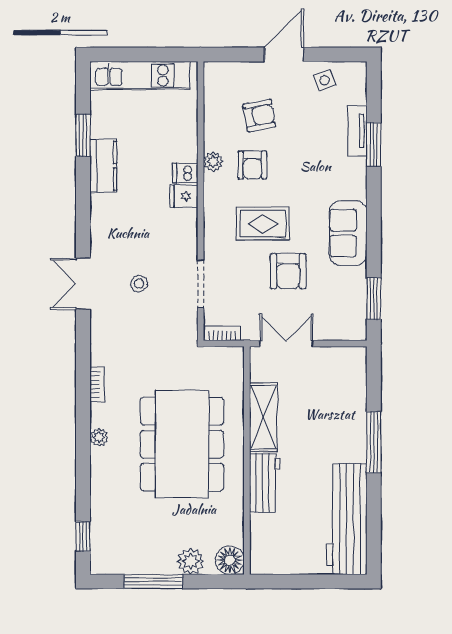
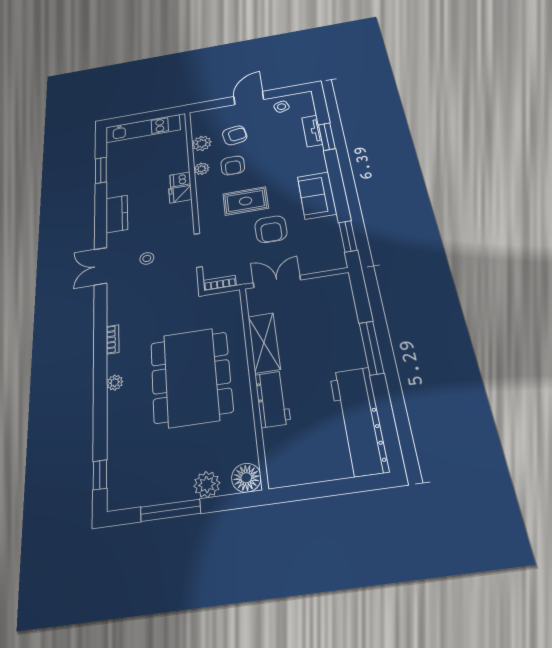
plant: (216, 119) -> (202, 143), added
kitchen counter: (103, 166) -> (117, 214), moved

